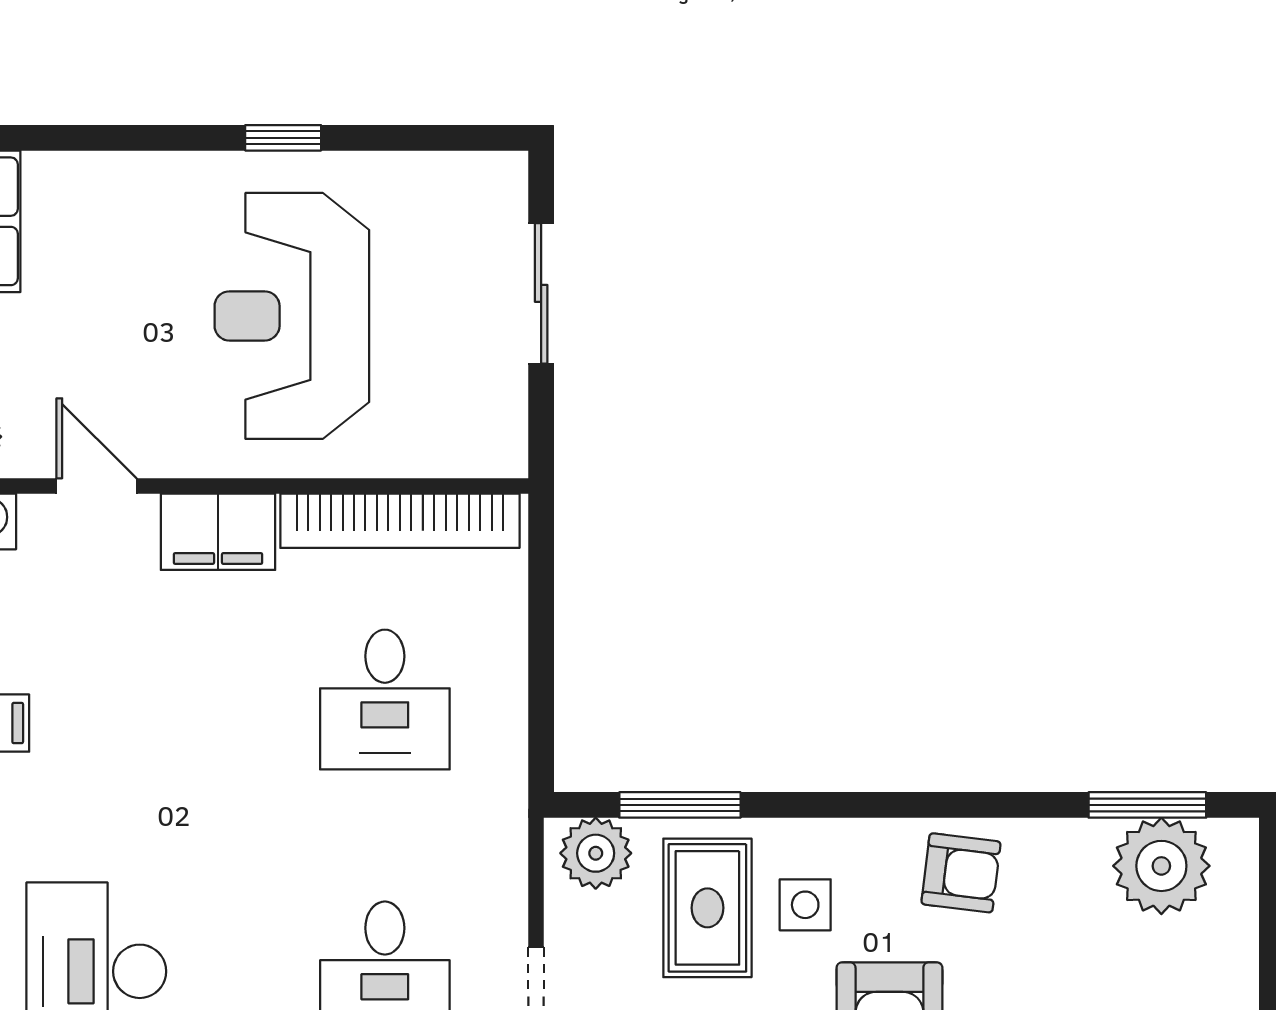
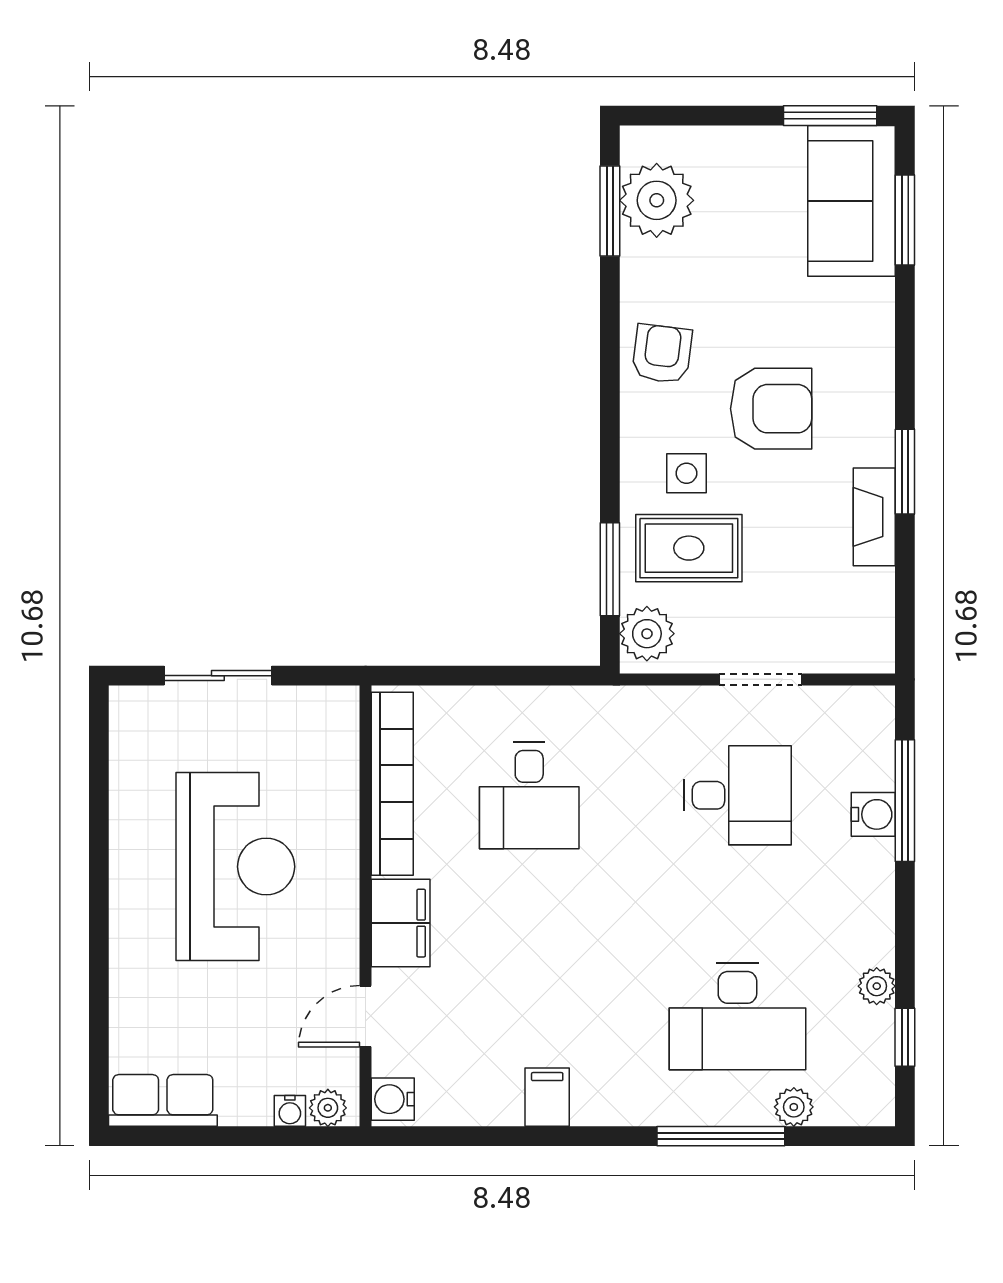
window: (283, 138) -> (99, 873), removed
reception desk: (292, 316) -> (235, 867), turned -90
desk: (385, 700) -> (529, 795), turned 90

